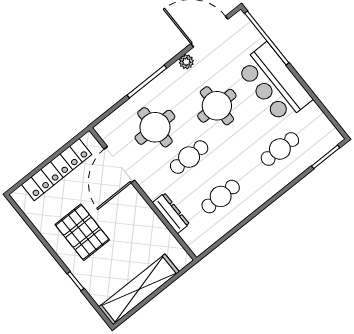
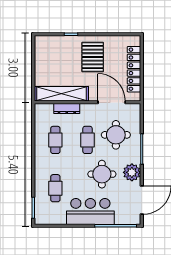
plant: (186, 62) -> (132, 172), width x1.87, depth x1.87
pallet: (82, 232) -> (93, 57), turned 90
shelving: (139, 289) -> (61, 94), moved, turned 90

